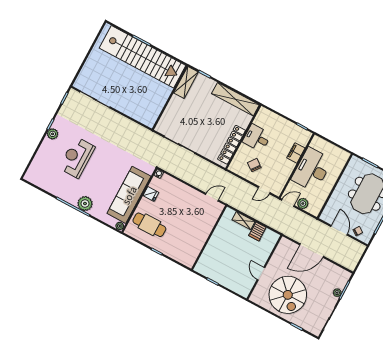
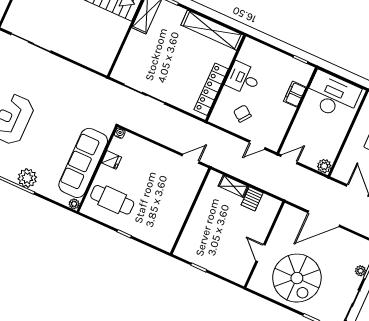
desk: (312, 170) -> (332, 95), moved, turned 90
plant: (303, 204) -> (324, 166), moved

